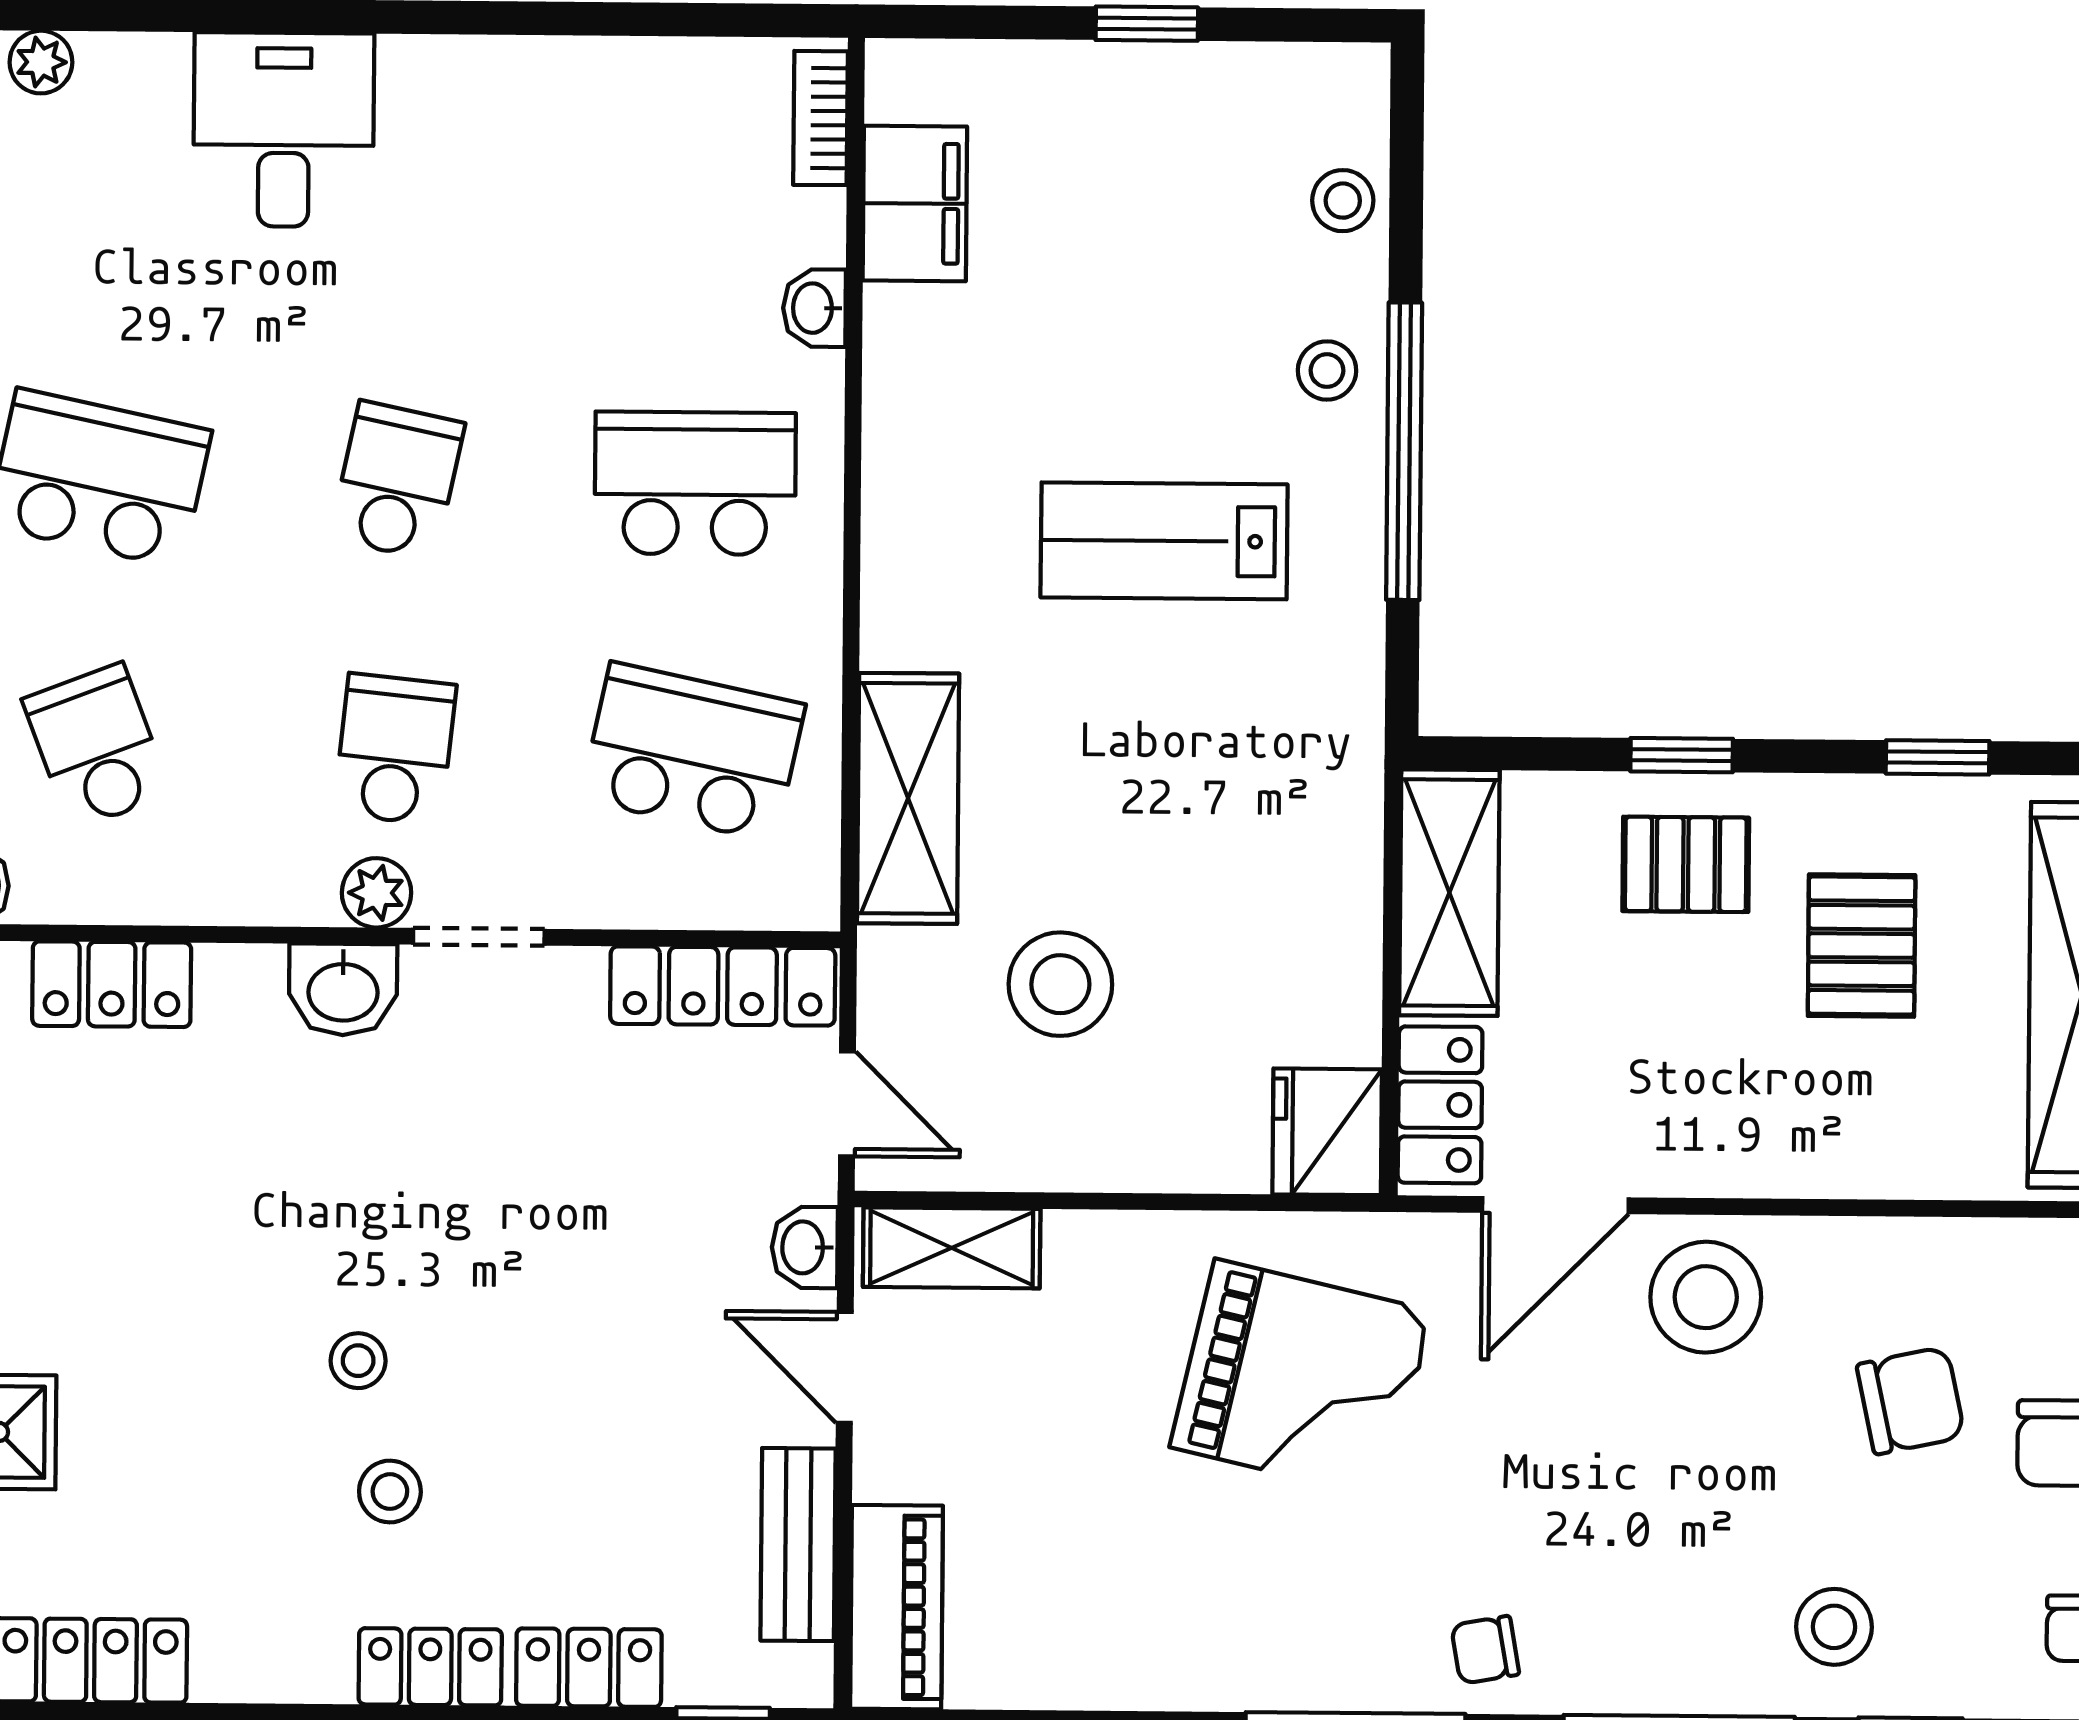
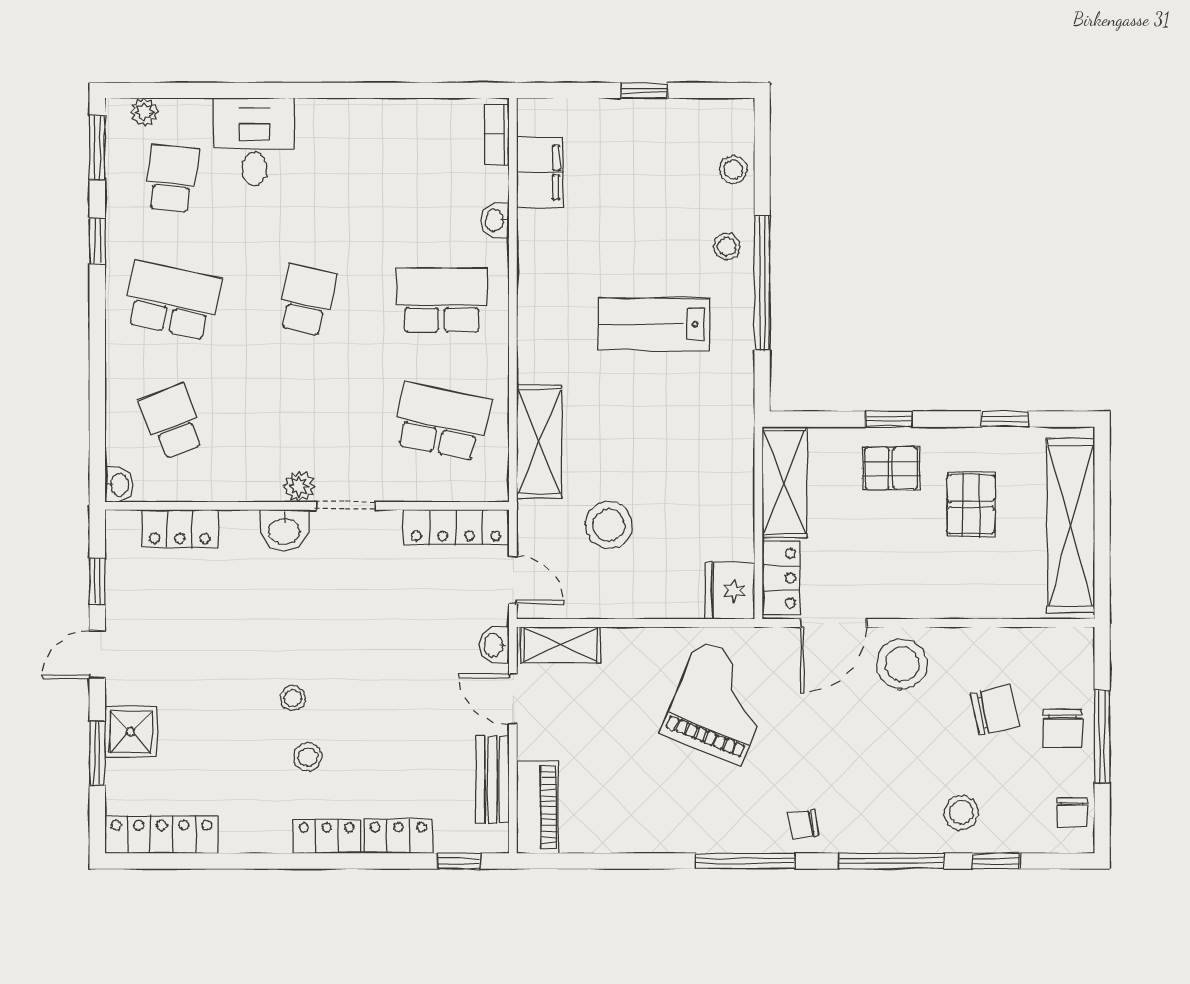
school desk: (395, 749) -> (172, 179), moved
grand piano: (1301, 1379) -> (719, 703), turned -81

